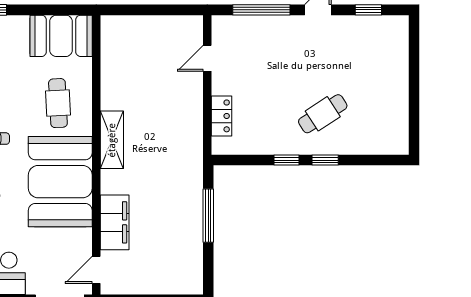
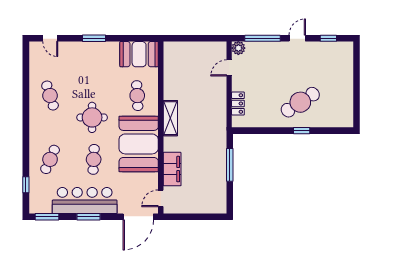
plant: (222, 26) -> (238, 48), added
cafe table: (323, 114) -> (300, 102), width x1.37, depth x1.35
window: (287, 160) -> (278, 131), removed

